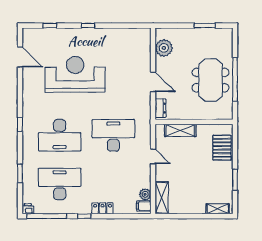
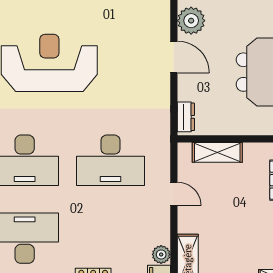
door: (153, 82) -> (174, 57), moved
desk: (113, 135) -> (110, 160), turned 180

